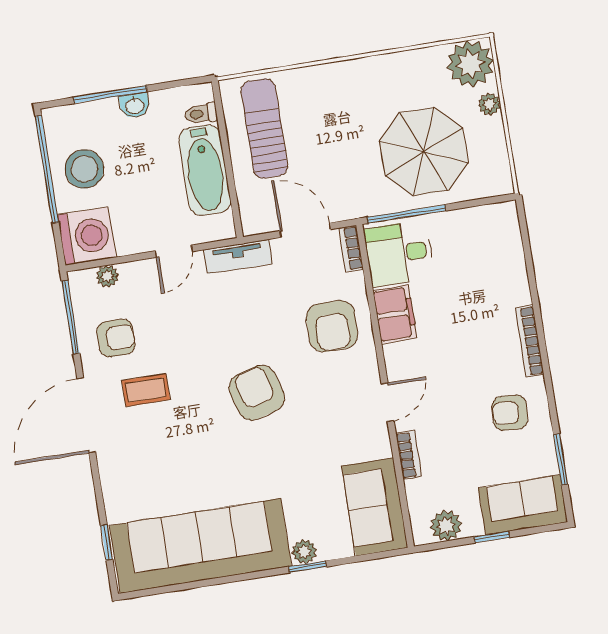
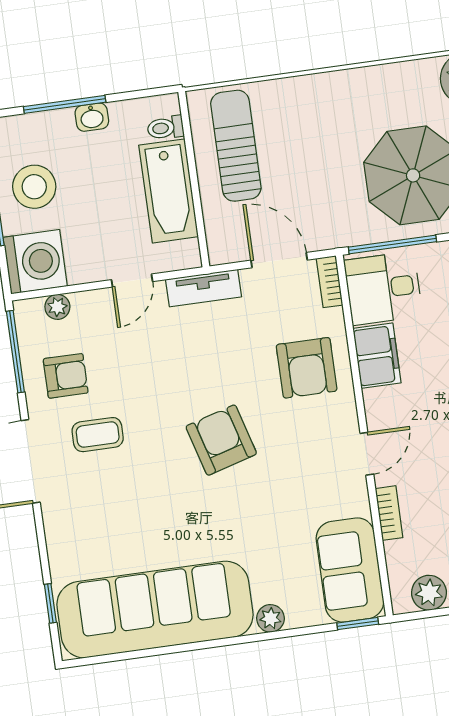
window: (307, 567) -> (358, 624), moved

